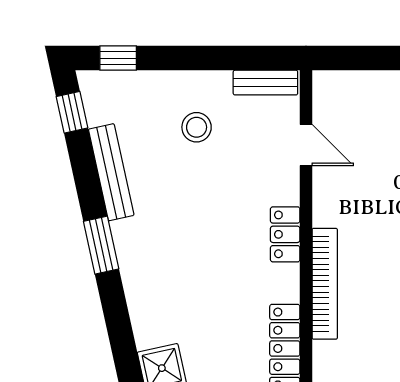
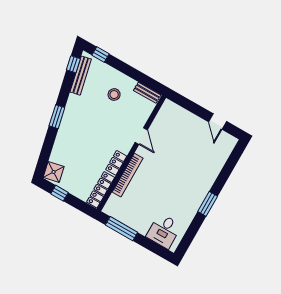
door: (306, 145) -> (141, 136), moved
bench: (111, 172) -> (81, 76), moved
locker: (285, 234) -> (116, 163), moved

